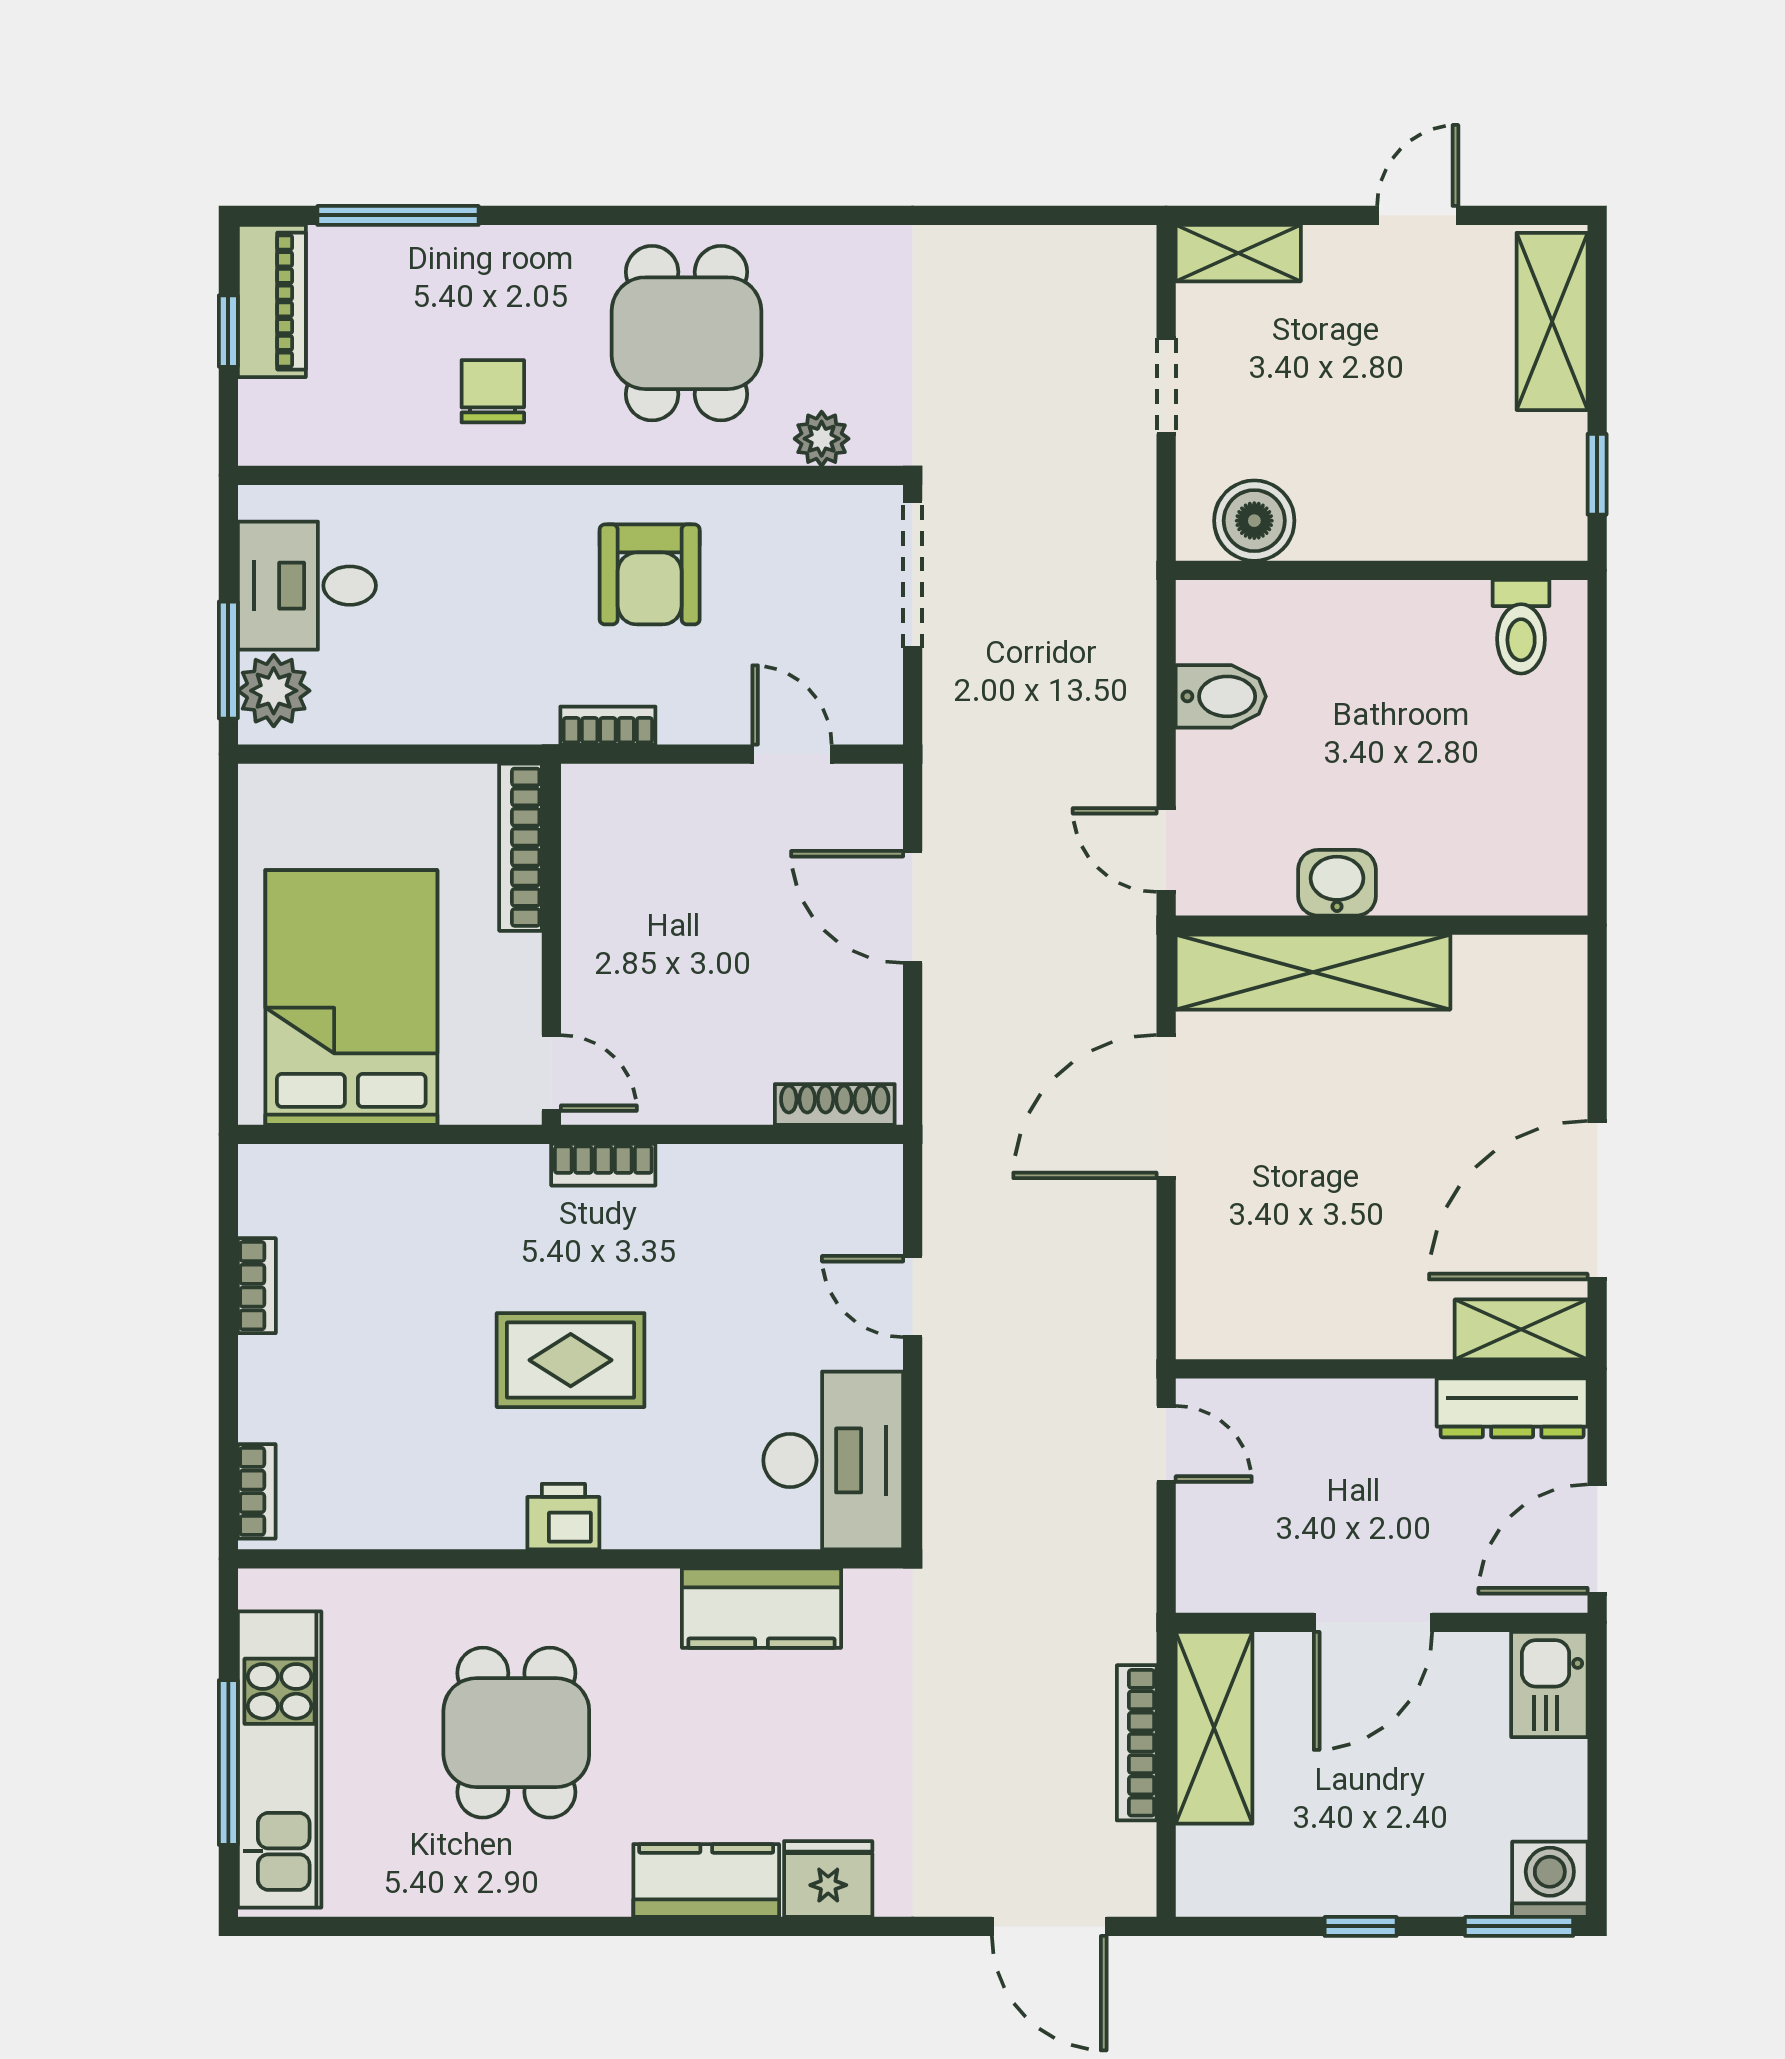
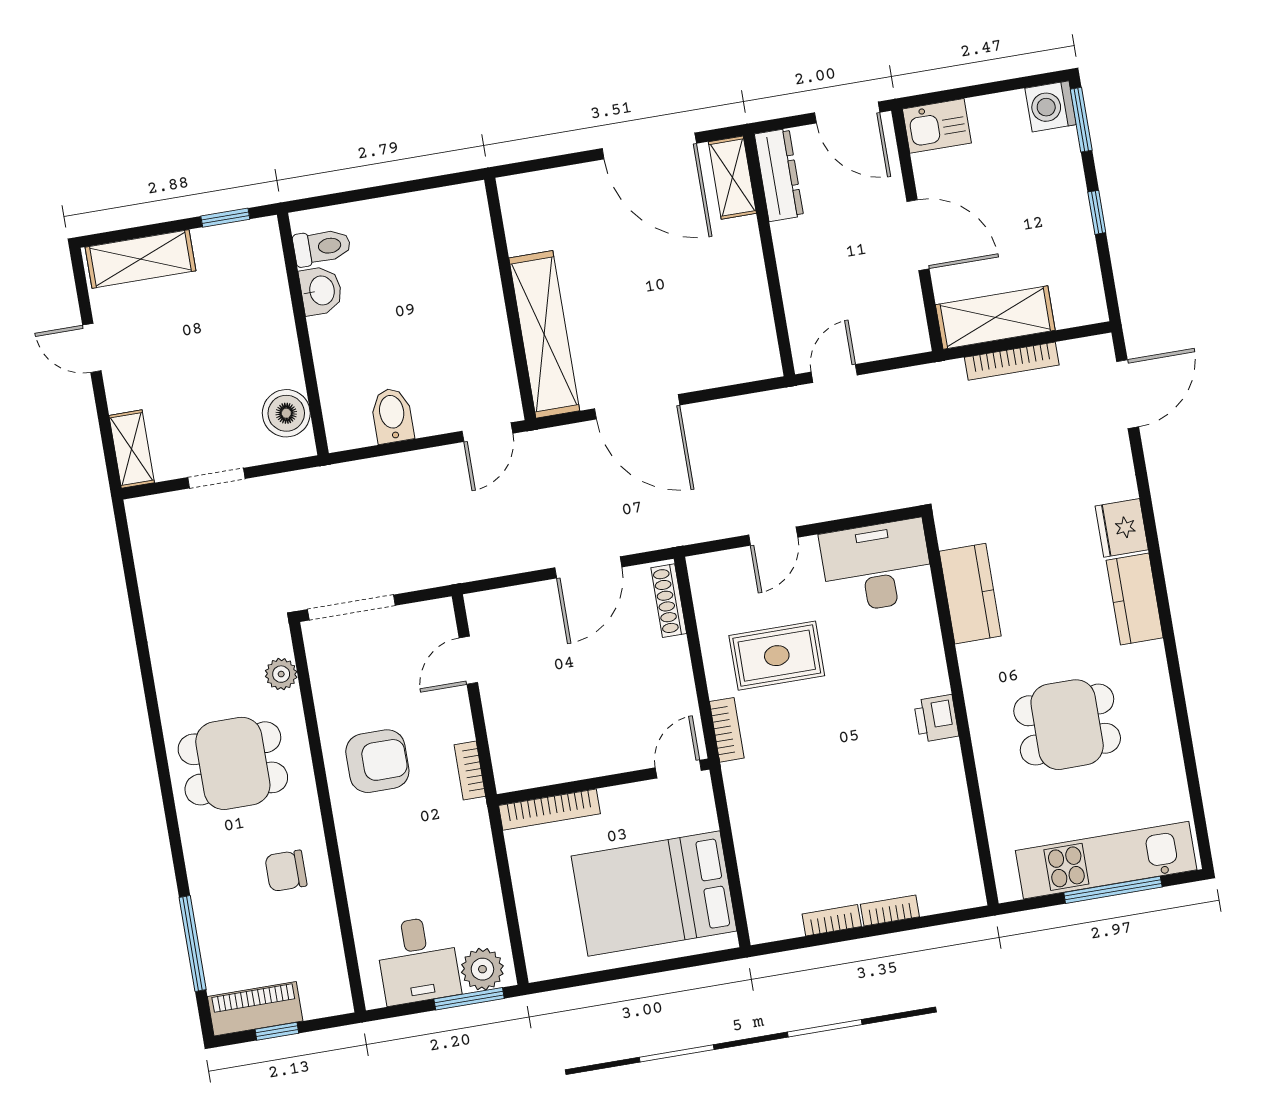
washbasin: (1337, 883) -> (321, 291), moved, turned 180
door: (913, 907) -> (588, 567), moved
rug: (571, 1360) -> (777, 656), moved, turned 90
bookcase: (257, 1491) -> (890, 910), moved

